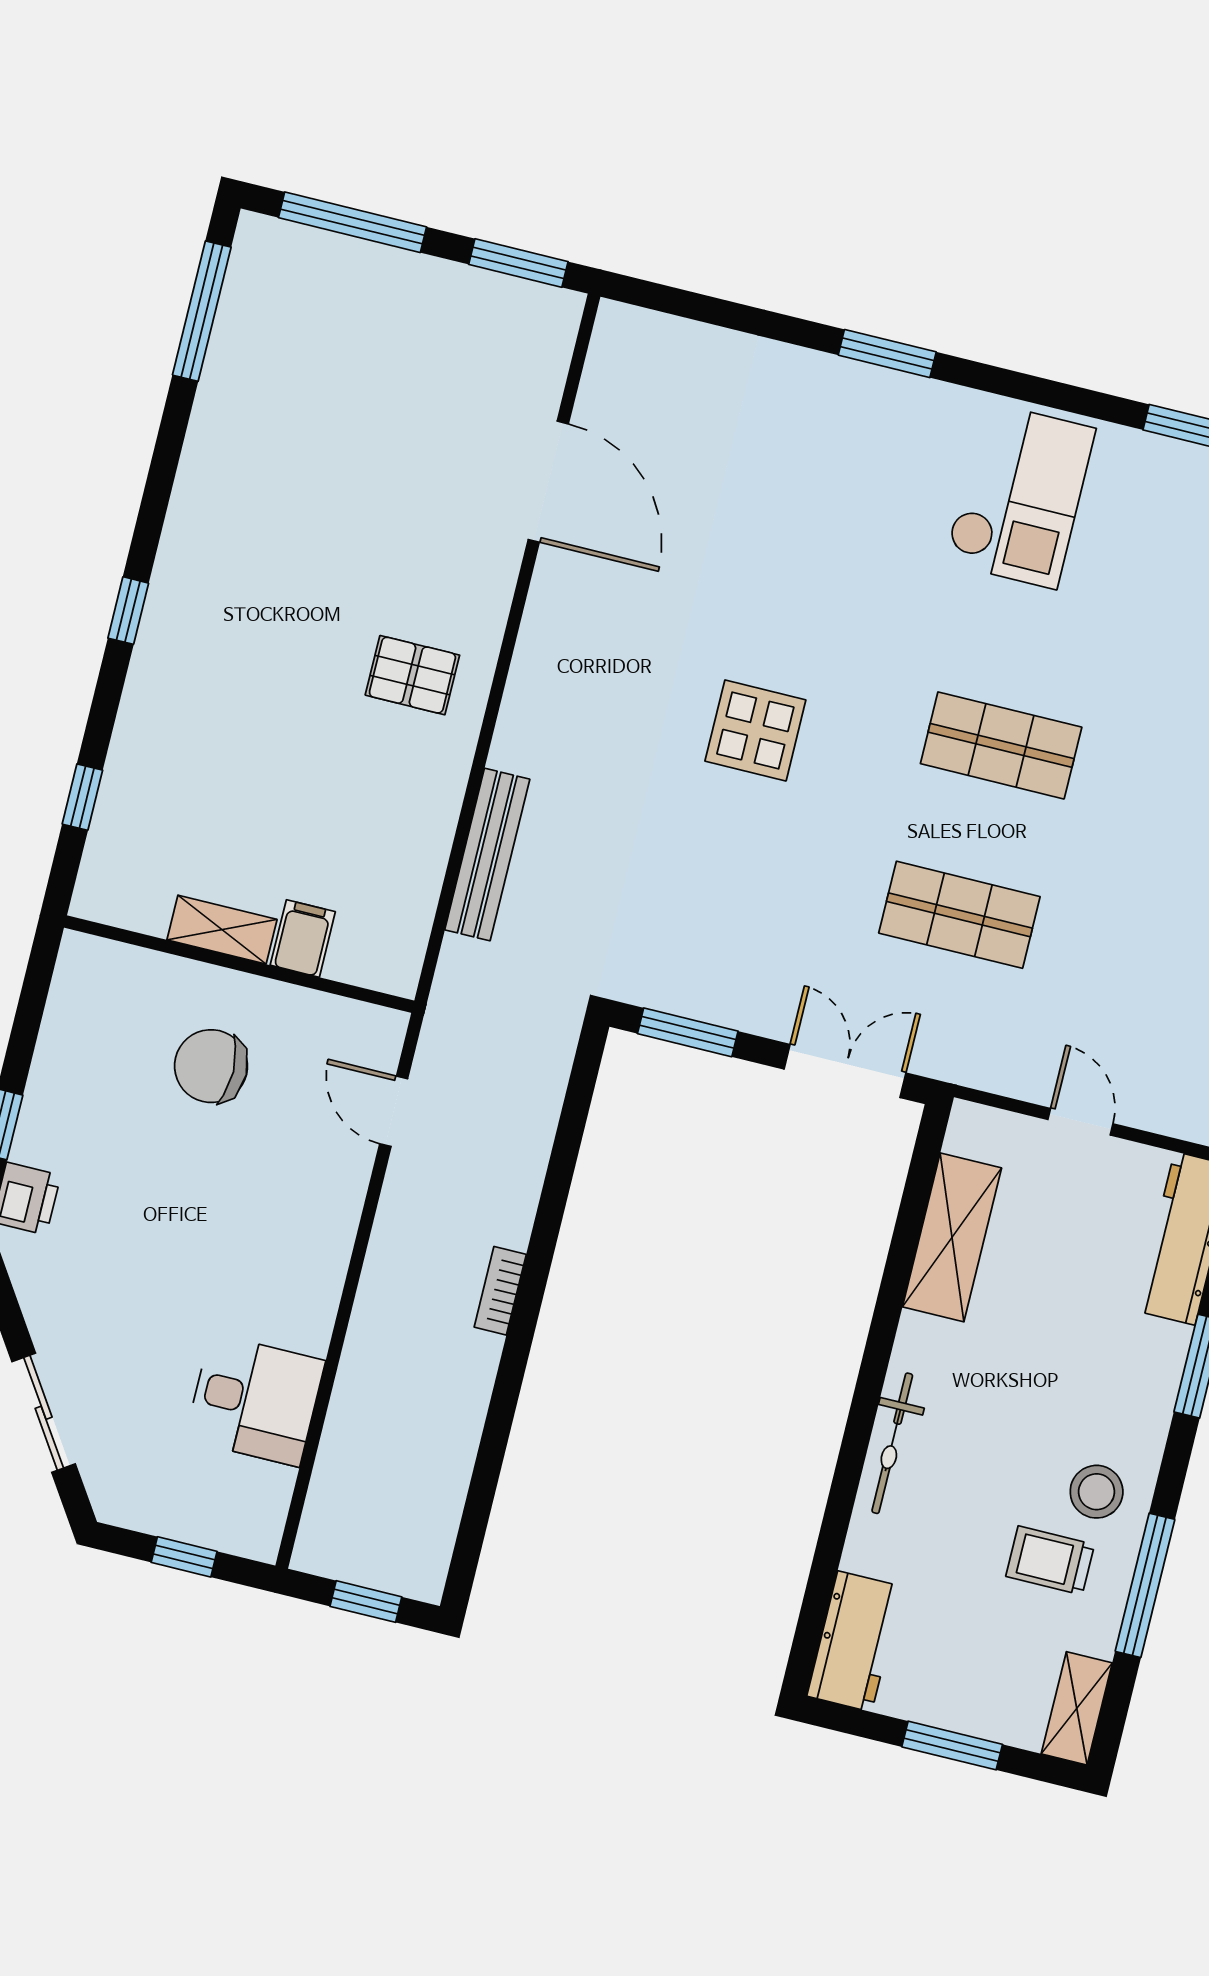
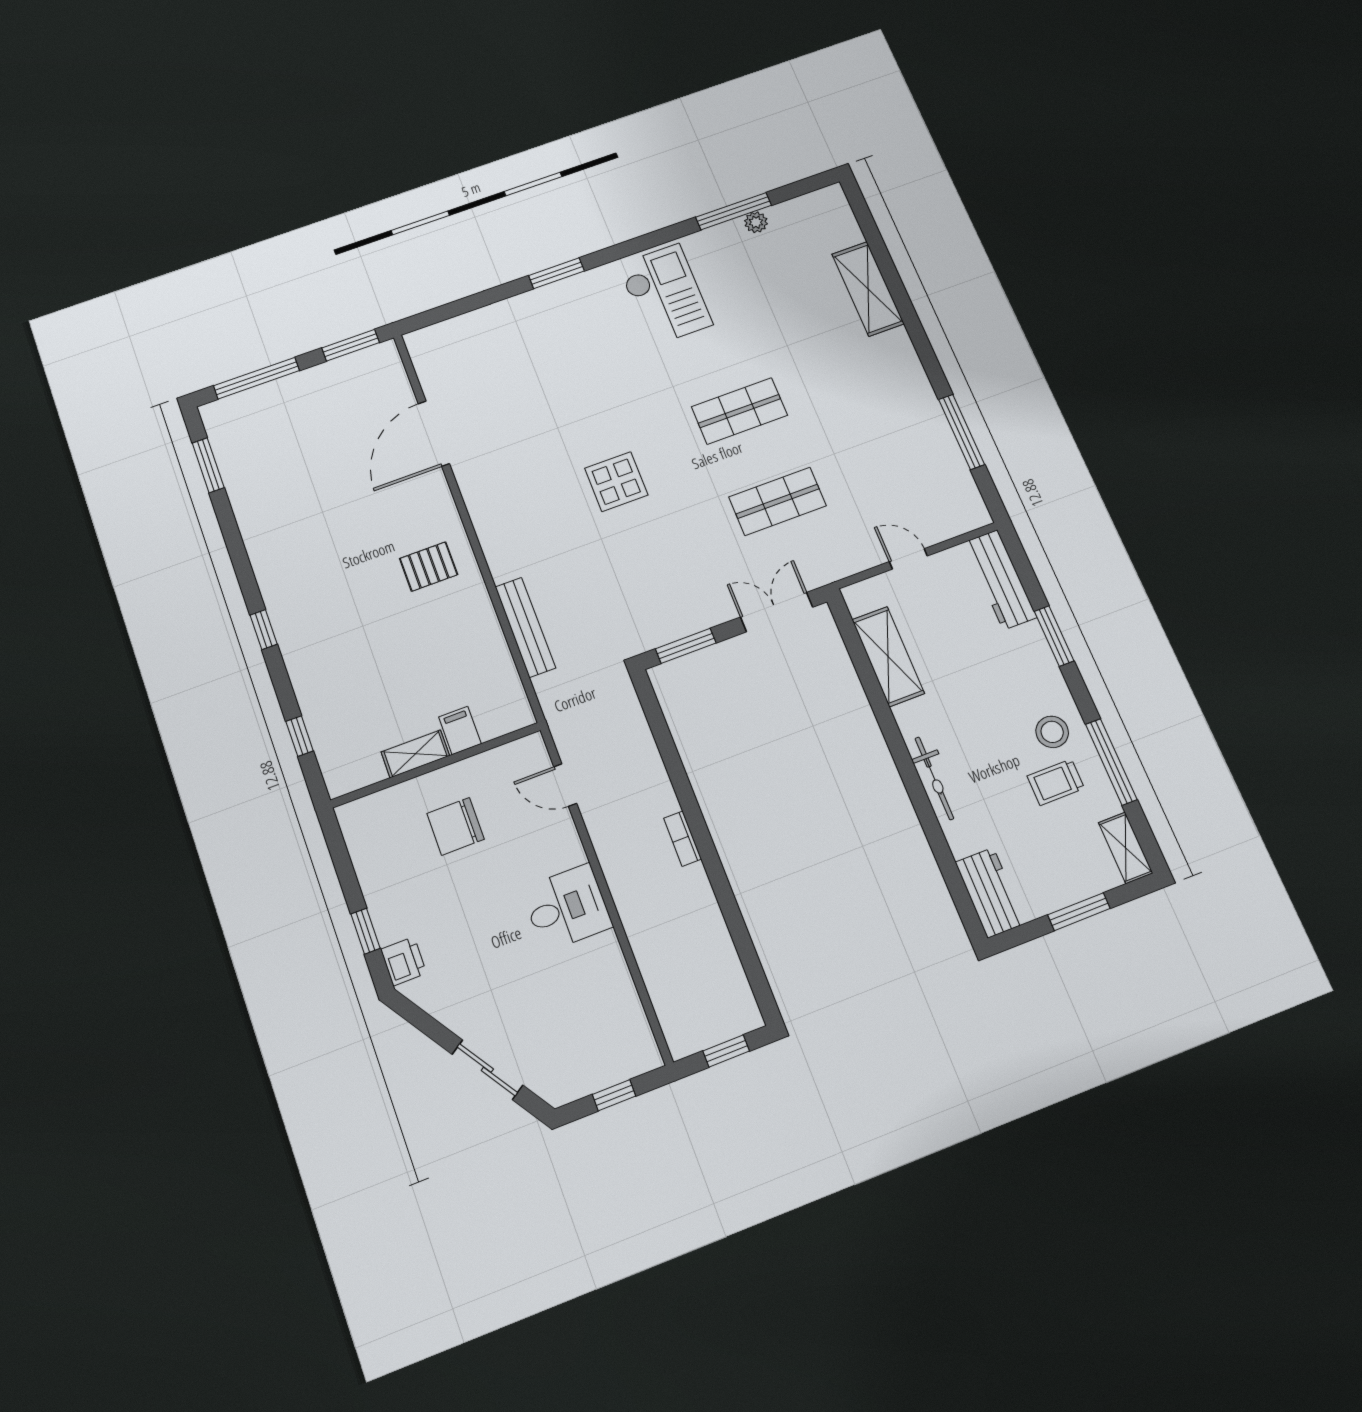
window: (202, 311) -> (208, 465), width x0.69
door: (548, 482) -> (434, 434), swing flipped
desk: (255, 1400) -> (567, 908), moved

